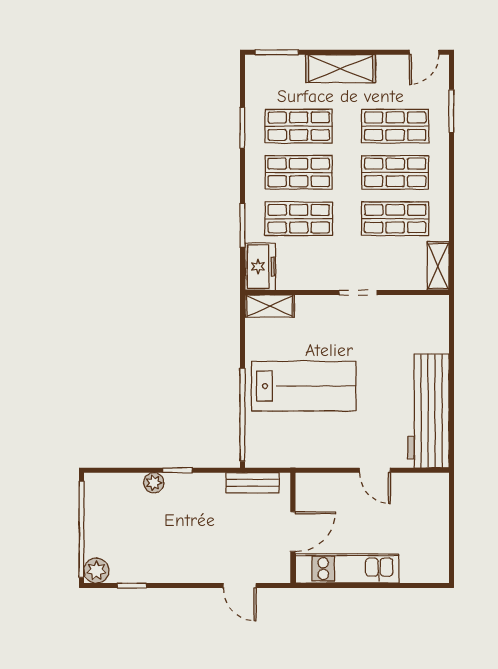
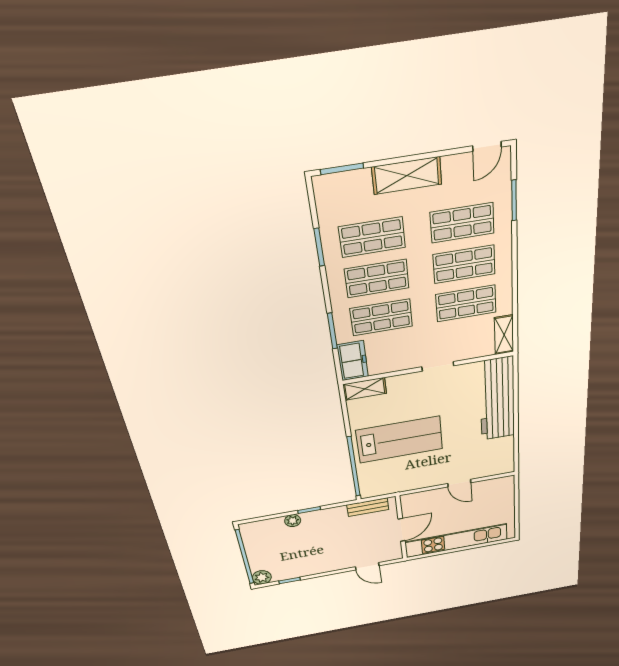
workbench: (428, 411) -> (497, 399), moved
kitchen unit: (347, 569) -> (456, 541), width x1.36

